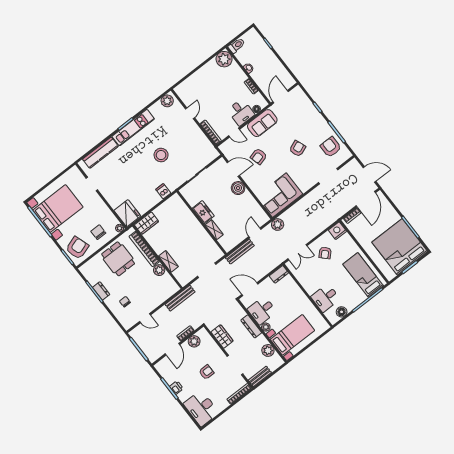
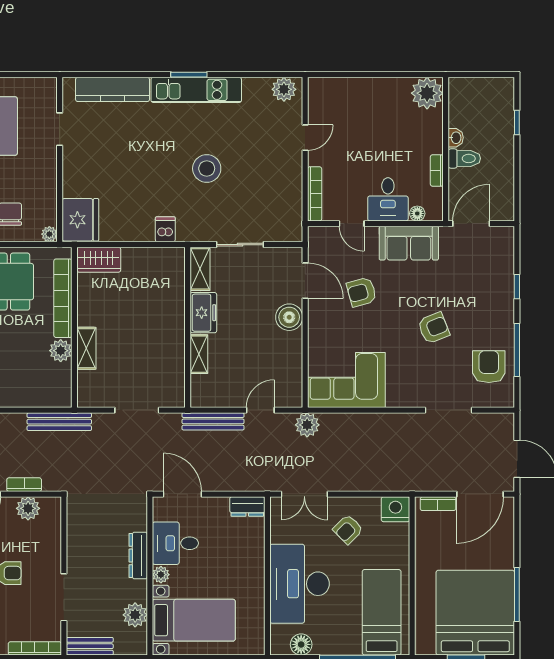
toilet: (237, 45) -> (464, 158), moved
shelving: (189, 196) -> (200, 269), added
desk: (325, 298) -> (300, 584), width x1.87, depth x1.30
wardrobe: (222, 336) -> (79, 535), removed

